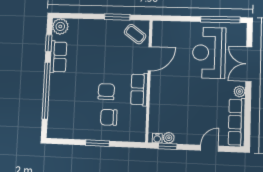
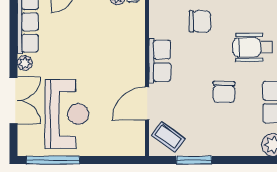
chair: (106, 92) -> (224, 92), moved
wheelchair: (71, 97) -> (253, 47), added

